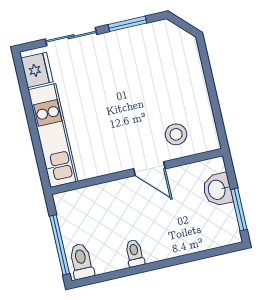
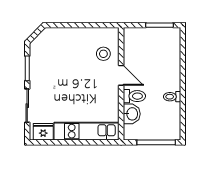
door: (149, 169) -> (121, 75), hinge flipped
washbasin: (217, 190) -> (132, 114), moved, turned -90
toilet: (81, 261) -> (134, 96), moved, turned 180

